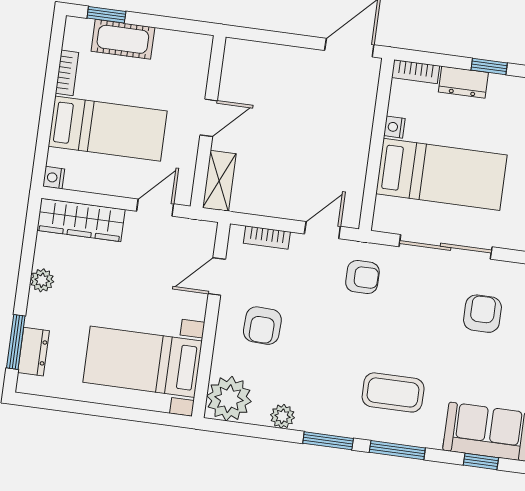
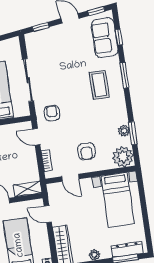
armchair: (482, 314) -> (53, 55), removed
armchair: (262, 326) -> (86, 151), turned 88
dresser: (33, 352) -> (127, 249), width x1.44
window: (328, 441) -> (133, 133), moved

